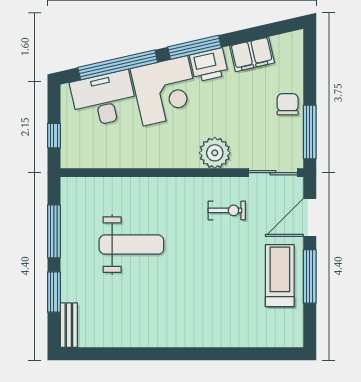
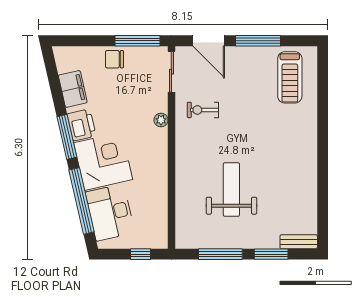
plant: (215, 153) -> (161, 120), width x0.53, depth x0.53
exercise bike: (227, 210) -> (203, 110), turned -90
treadmill: (280, 276) -> (290, 77), moved, turned -90

